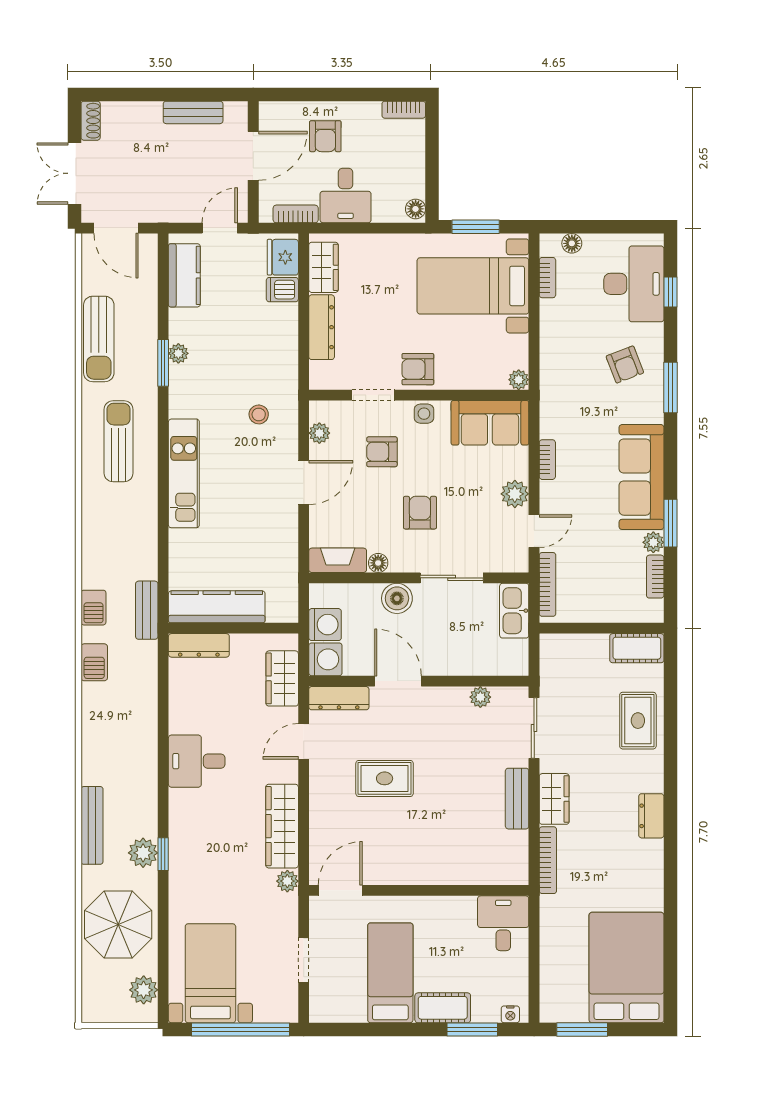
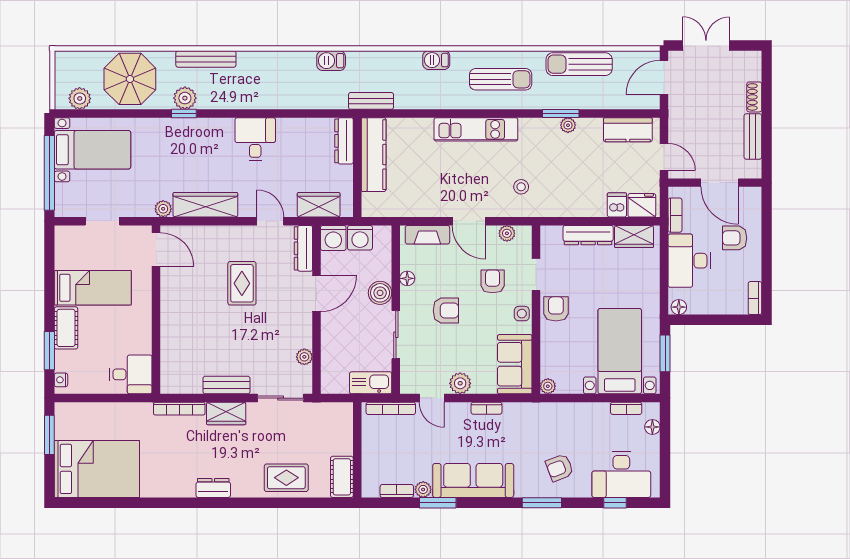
shoe rack: (91, 121) -> (754, 97), moved, turned 90
desk: (346, 196) -> (689, 261), width x1.37
fireplace: (338, 560) -> (427, 235), moved, turned 90
barbecue: (93, 608) -> (436, 60), moved

